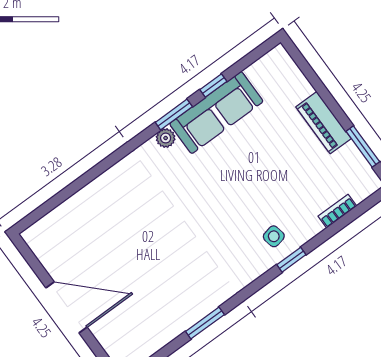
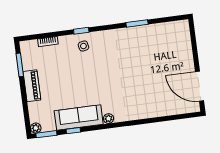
plant: (279, 56) -> (36, 128), added
window: (174, 114) -> (46, 134), moved
door: (67, 307) -> (200, 86), moved

